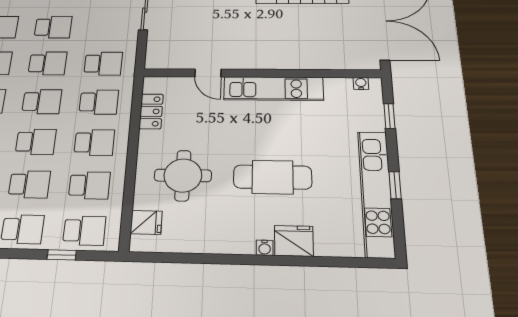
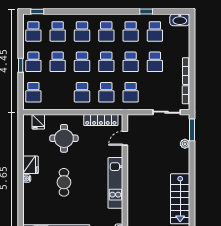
door: (208, 73) -> (125, 138), moved
locker: (151, 111) -> (101, 120), width x1.53
cafe table: (273, 177) -> (64, 182), width x0.73, depth x0.74
school desk: (89, 185) -> (58, 92), removed
fridge: (294, 241) -> (31, 165), moved
window: (62, 255) -> (21, 65), moved

